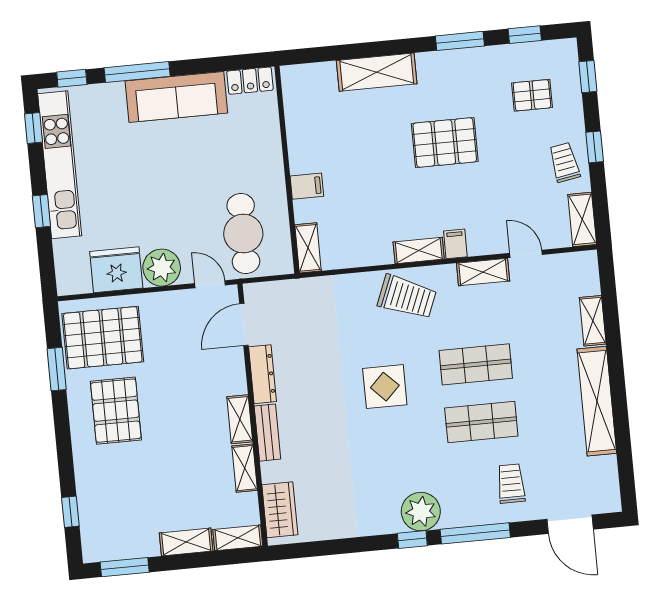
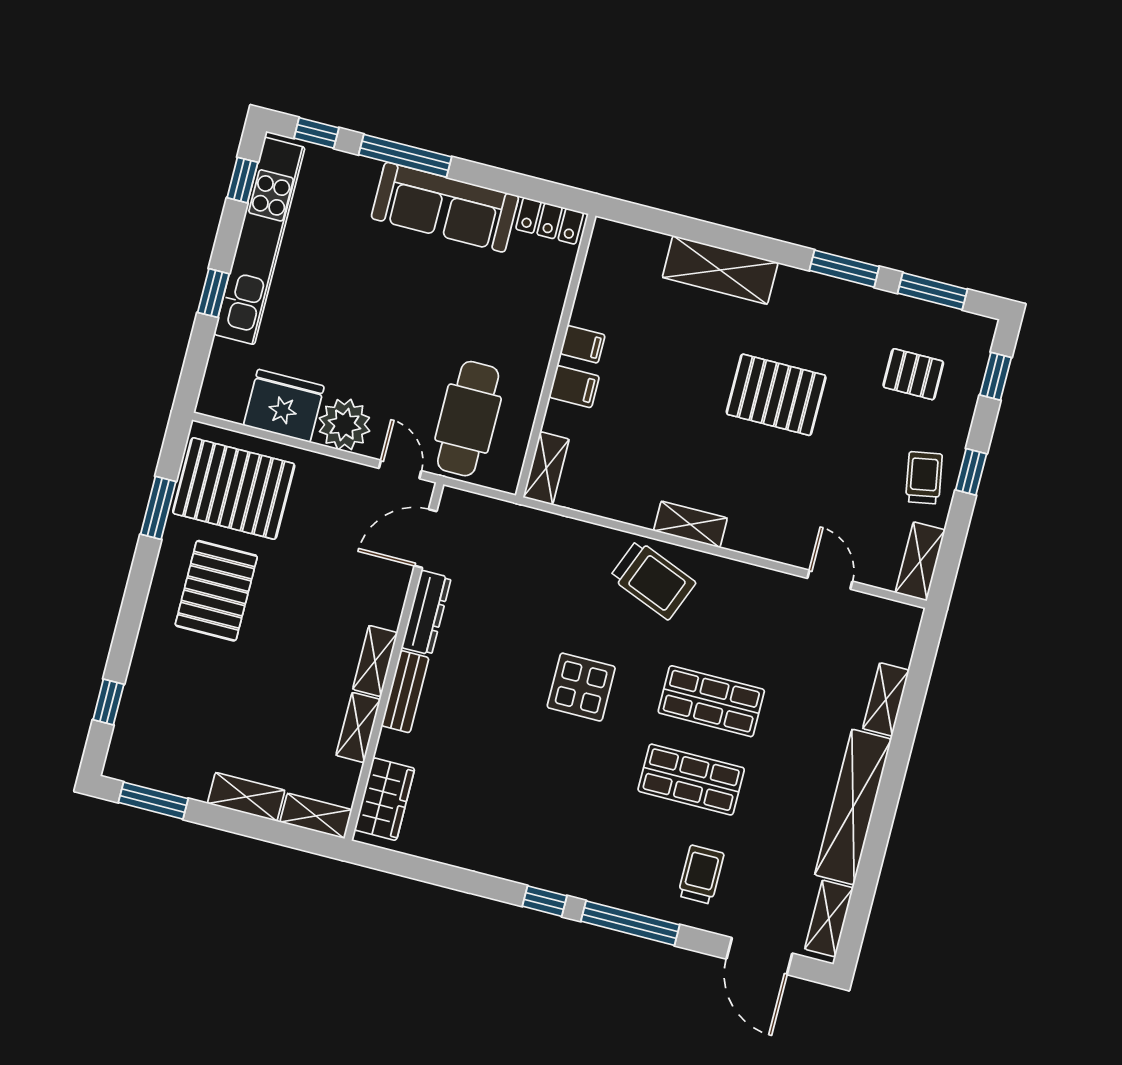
window: (525, 35) -> (933, 291), width x1.50
filing cabinet: (455, 244) -> (583, 344), moved, turned 90
shelving: (483, 272) -> (829, 918), moved, turned 90
plant: (421, 512) -> (569, 868), removed

